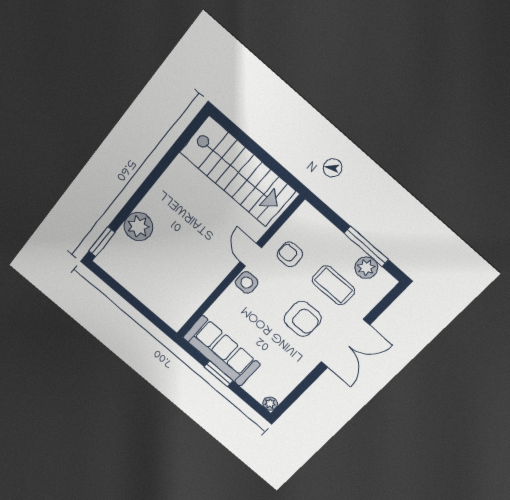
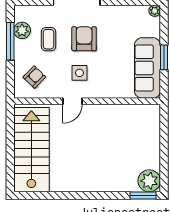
plant: (138, 227) -> (149, 181), moved
armchair: (290, 254) -> (34, 77), moved, turned -136
side table: (247, 283) -> (79, 73), moved
coffee table: (333, 285) -> (49, 39), width x0.73, depth x0.77

